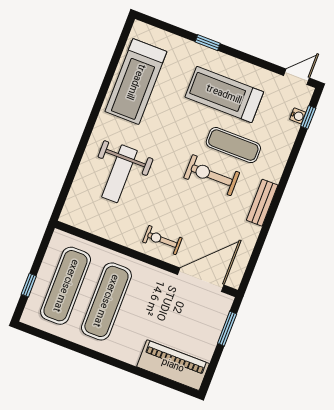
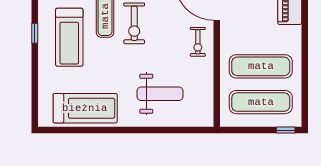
window: (208, 43) -> (35, 33), moved
window: (29, 285) -> (286, 130), moved

